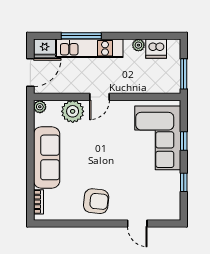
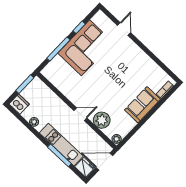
dishwasher: (156, 49) -> (19, 104), moved
corner sofa: (158, 138) -> (86, 48), moved
window: (184, 141) -> (58, 49), width x2.17
sofa: (47, 157) -> (142, 105), width x0.73
armchair: (96, 201) -> (134, 61), removed

